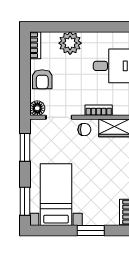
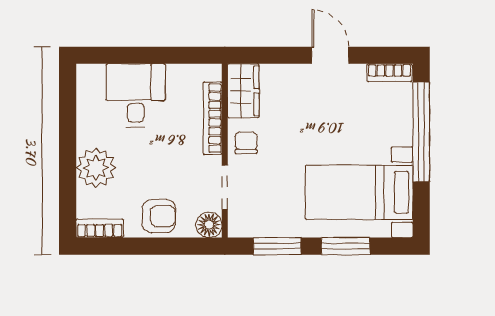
bookcase: (99, 110) -> (213, 118), width x1.56
window: (25, 201) -> (346, 246), moved
window: (91, 230) -> (421, 132), width x2.11

